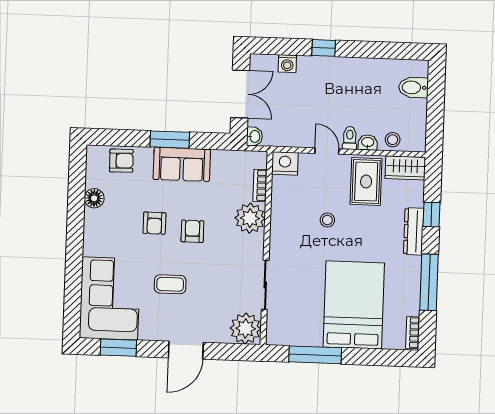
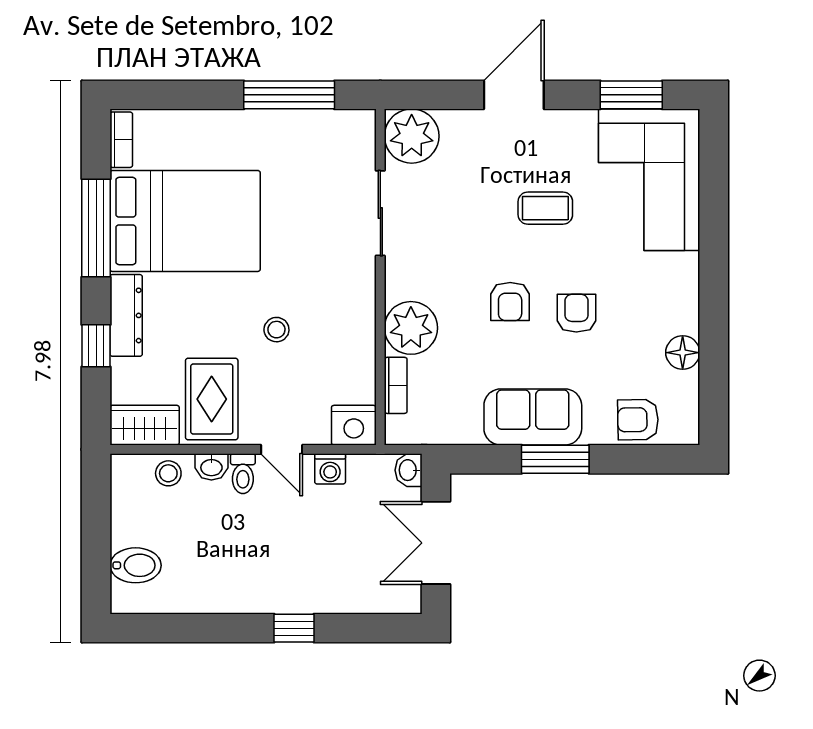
washing machine: (287, 64) -> (330, 469), moved, turned 180
bed: (354, 305) -> (185, 221), moved, turned -90

